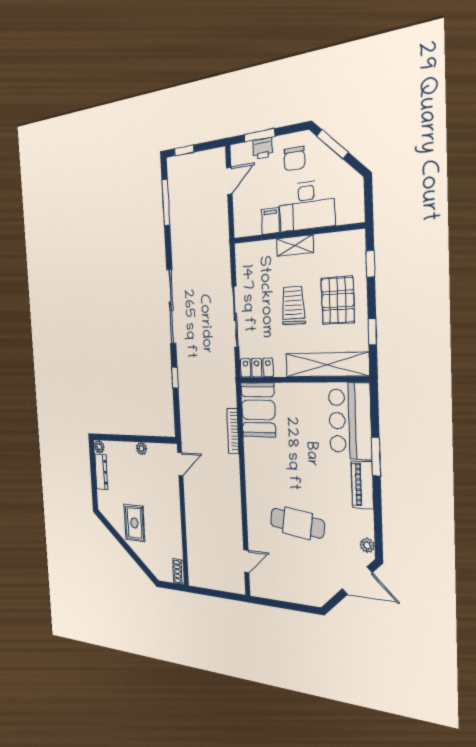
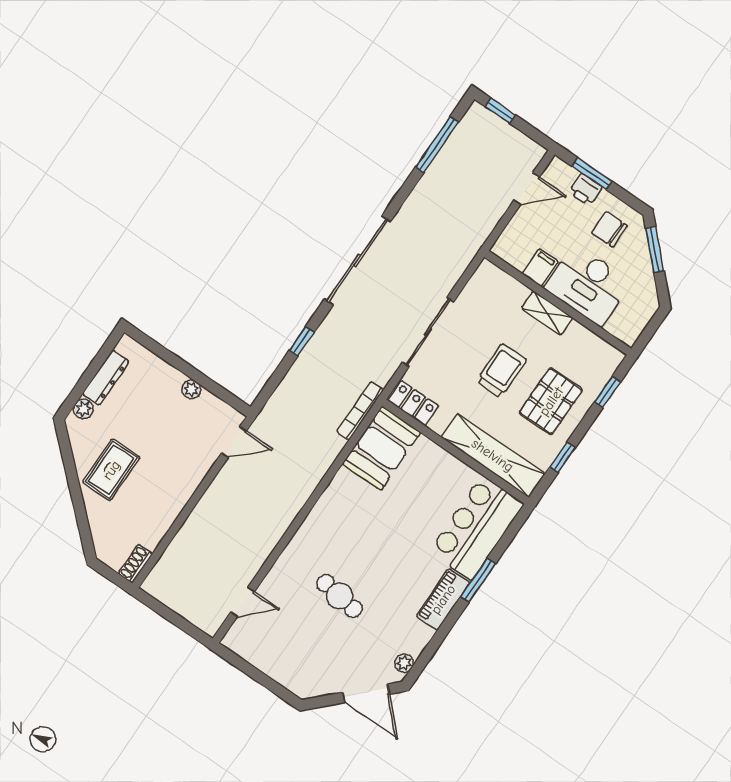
chair: (294, 159) -> (609, 229), turned 90
bookcase: (233, 431) -> (360, 411), moved
plant: (99, 447) -> (83, 409), moved
cafe table: (297, 523) -> (339, 596), width x0.73, depth x0.74

